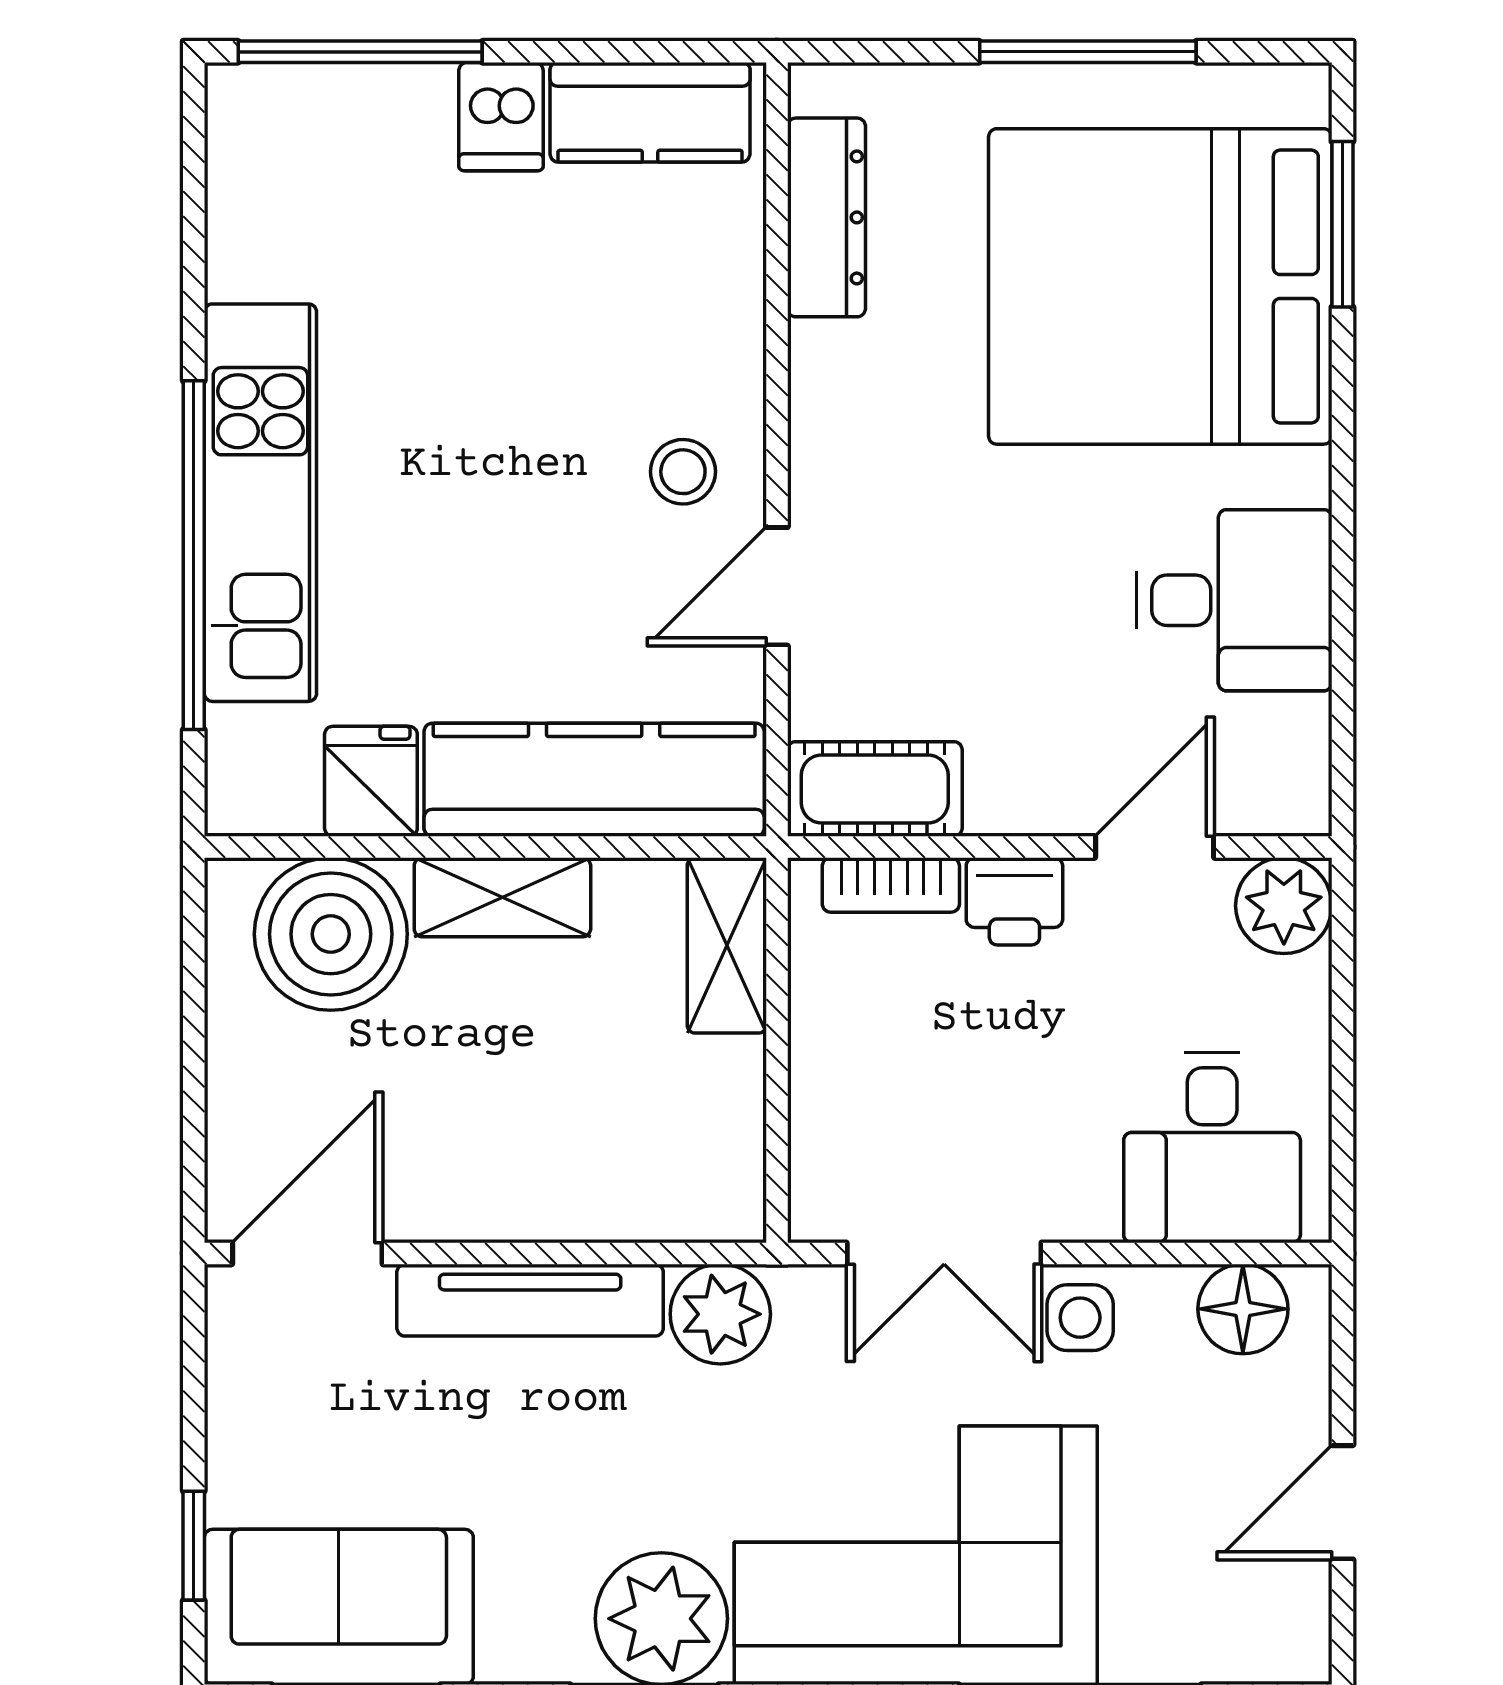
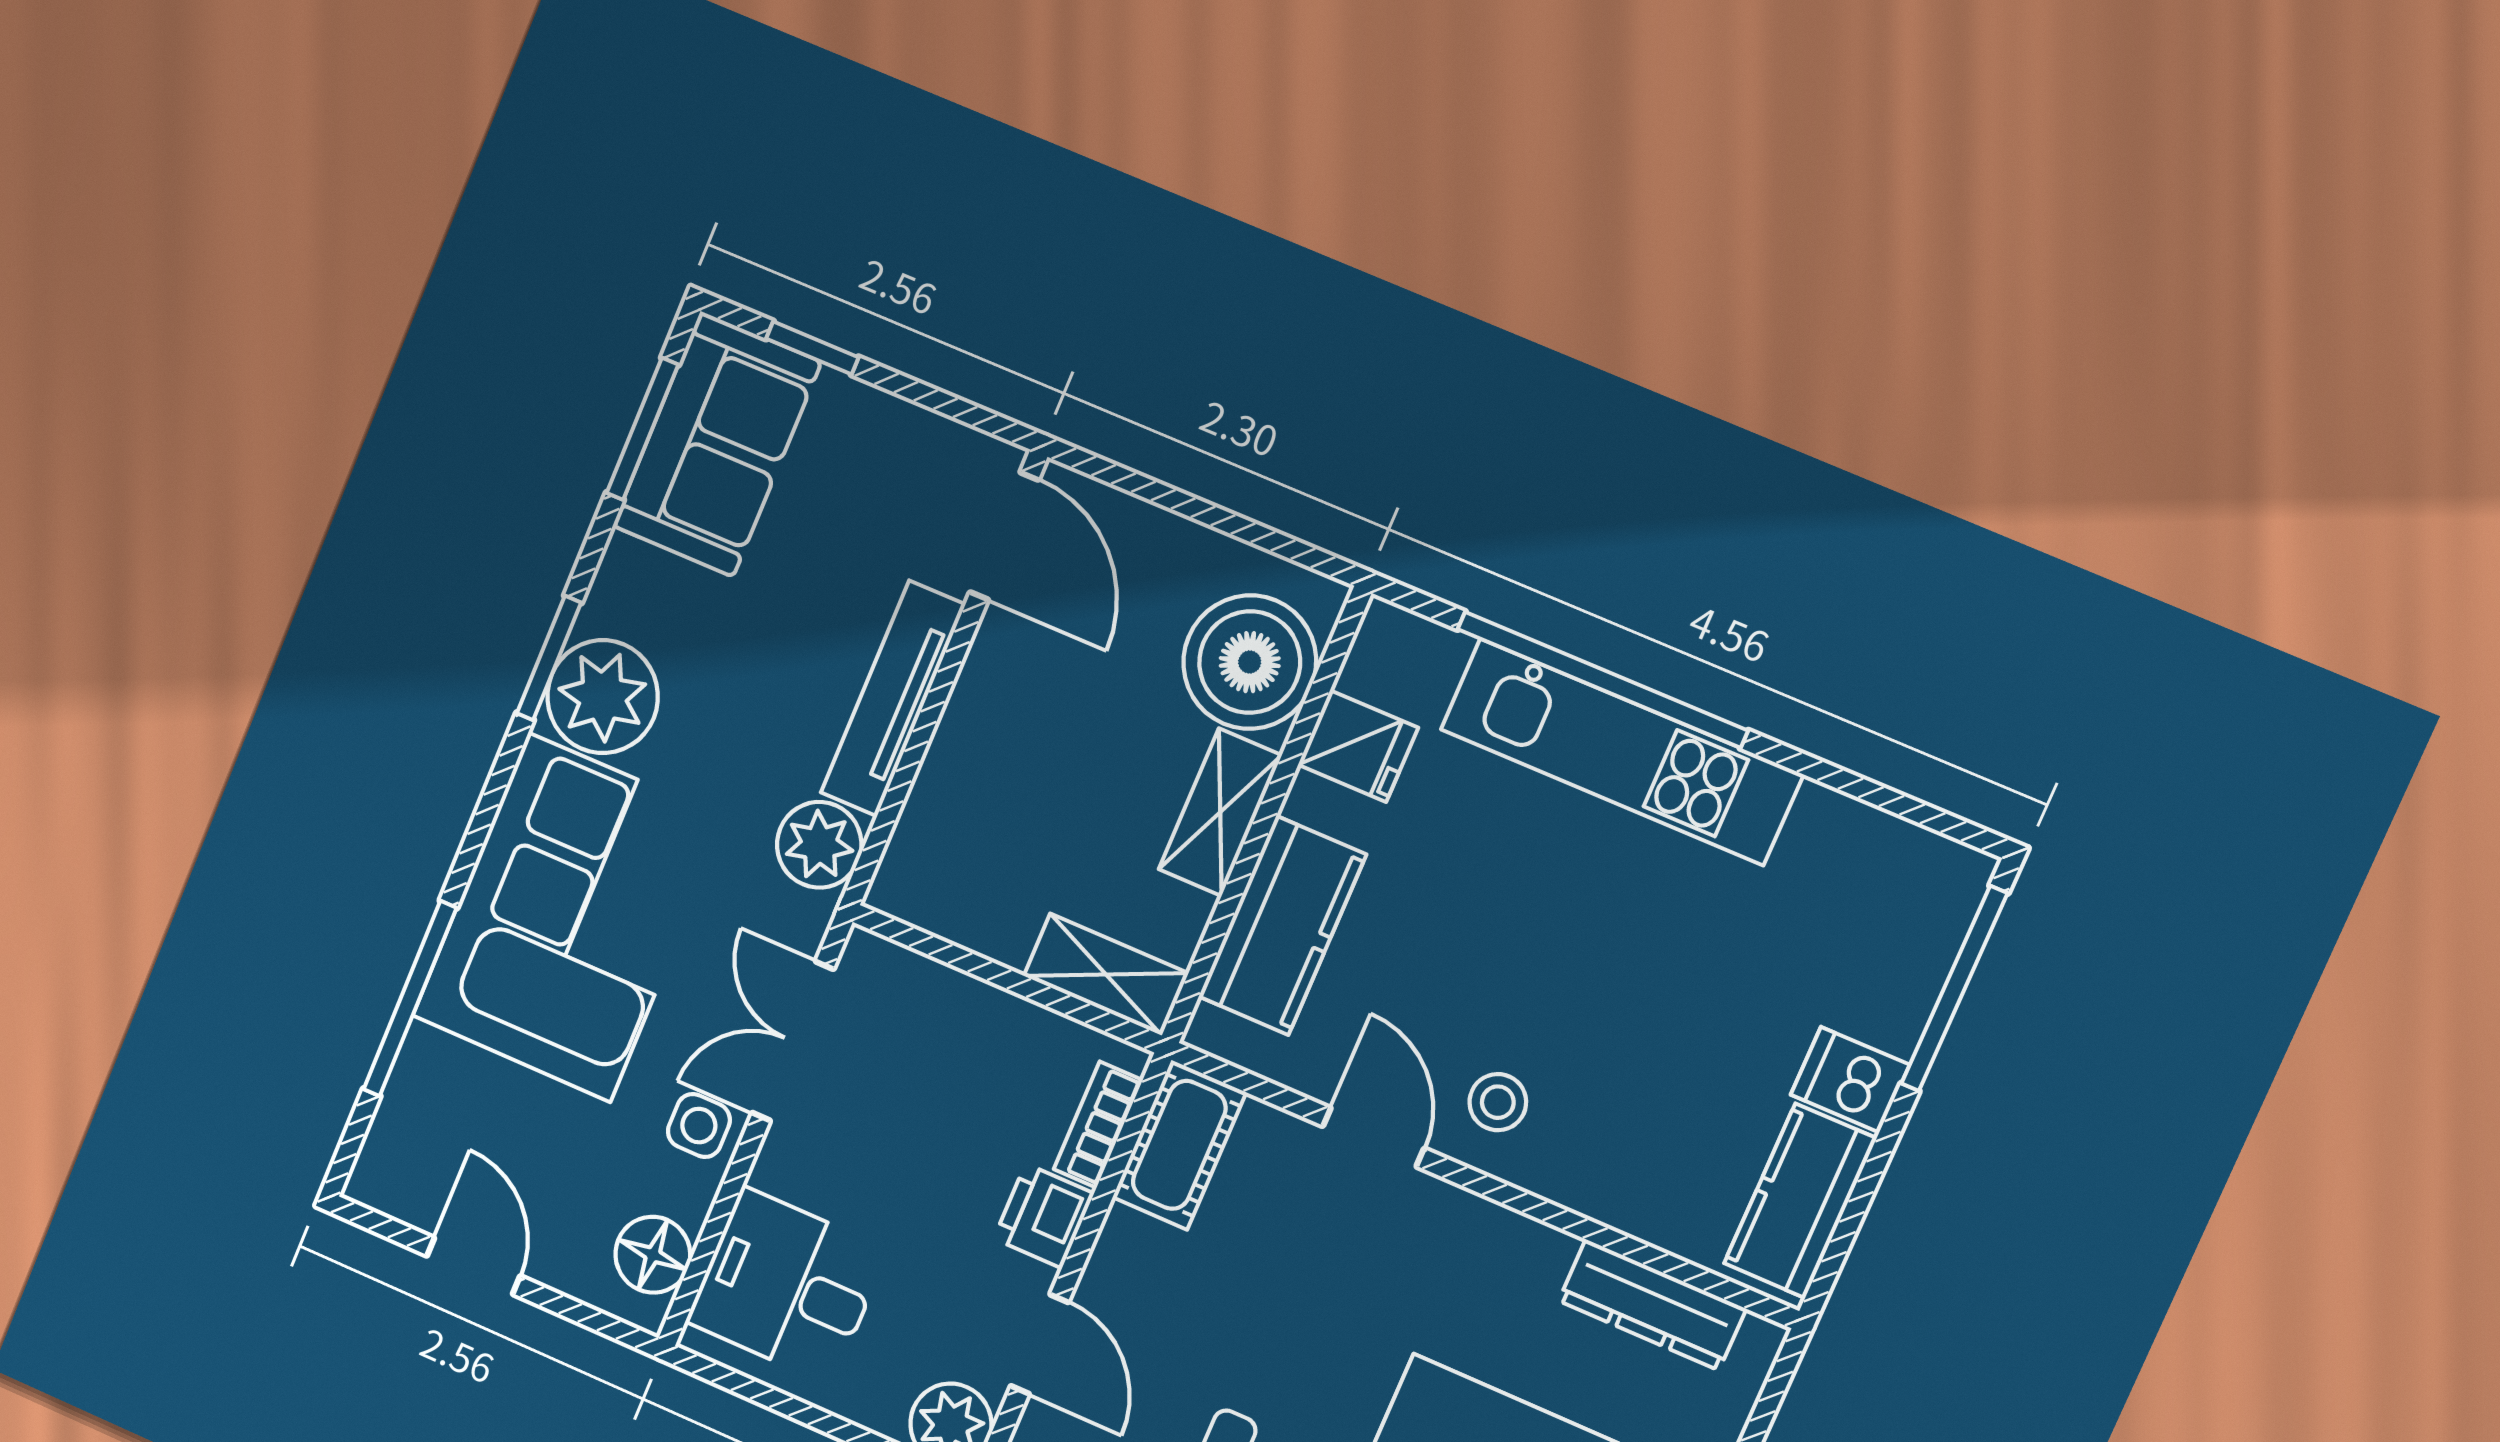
kitchen counter: (594, 780) -> (1282, 926), width x0.67

